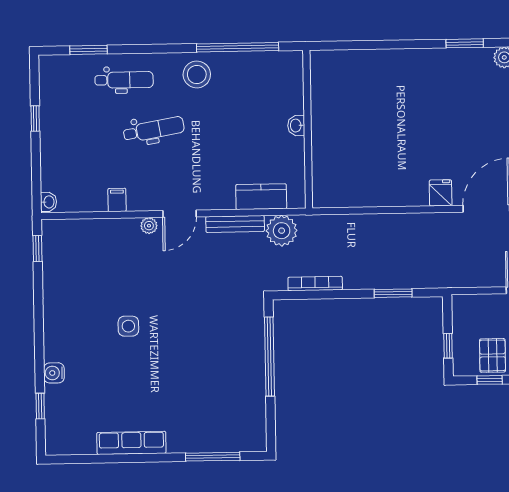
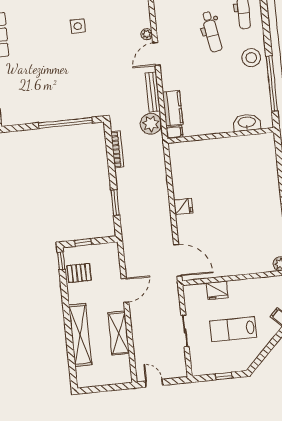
washbasin: (296, 126) -> (247, 123), moved, width x1.91, depth x1.45
fridge: (441, 193) -> (183, 206), moved
filing cabinet: (117, 200) -> (175, 132), moved
door: (179, 214) -> (156, 54), hinge flipped
window: (490, 380) -> (61, 261), moved

